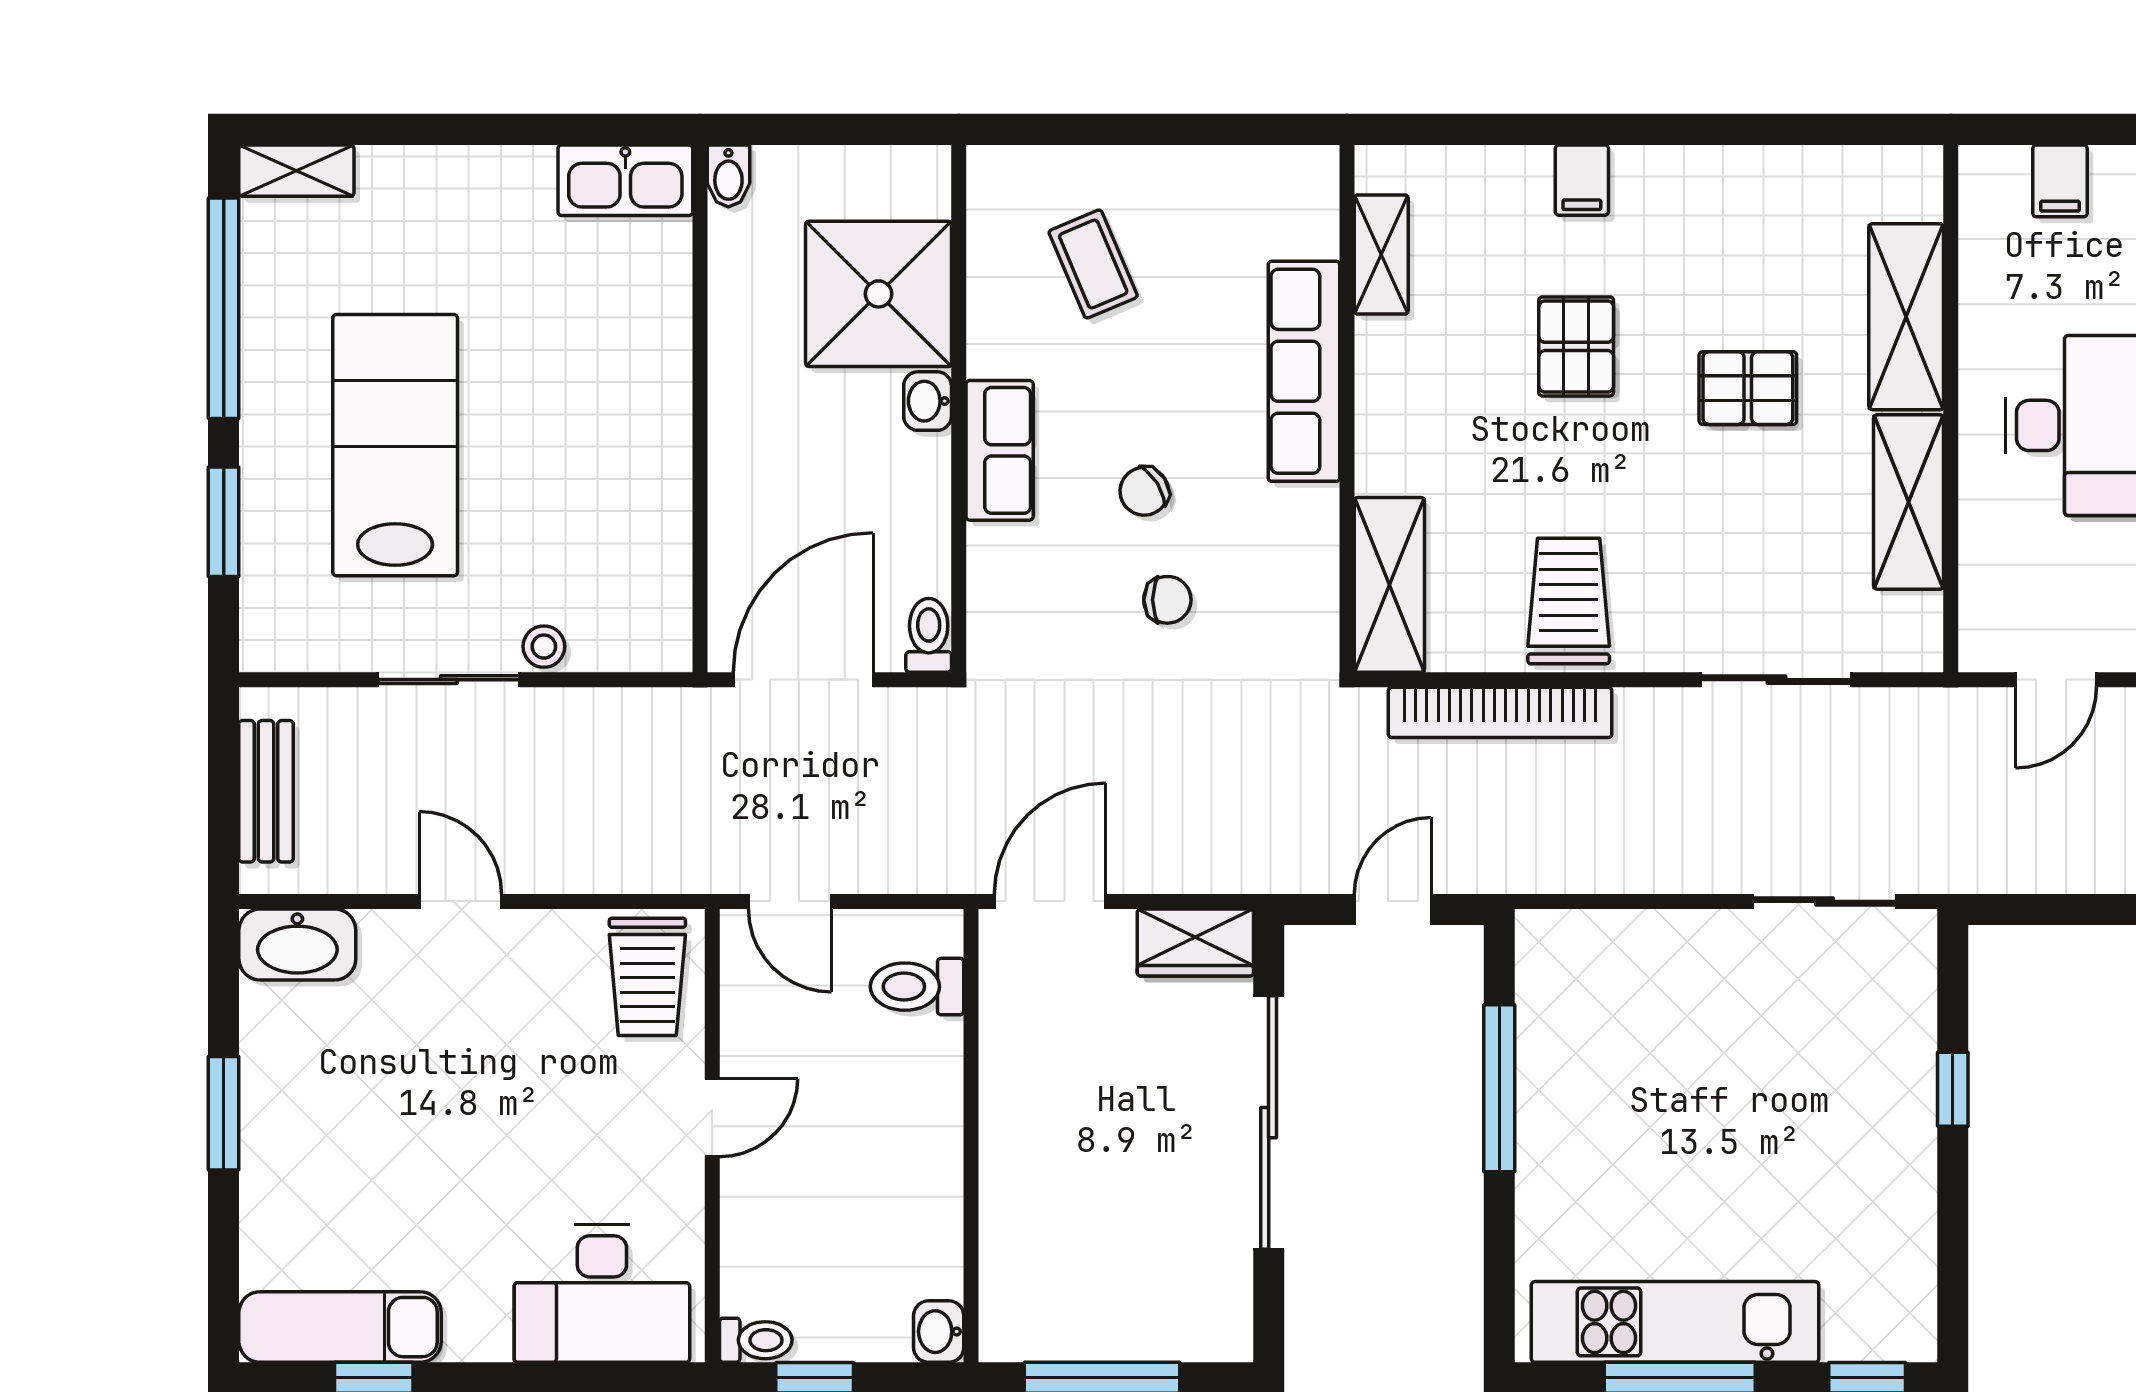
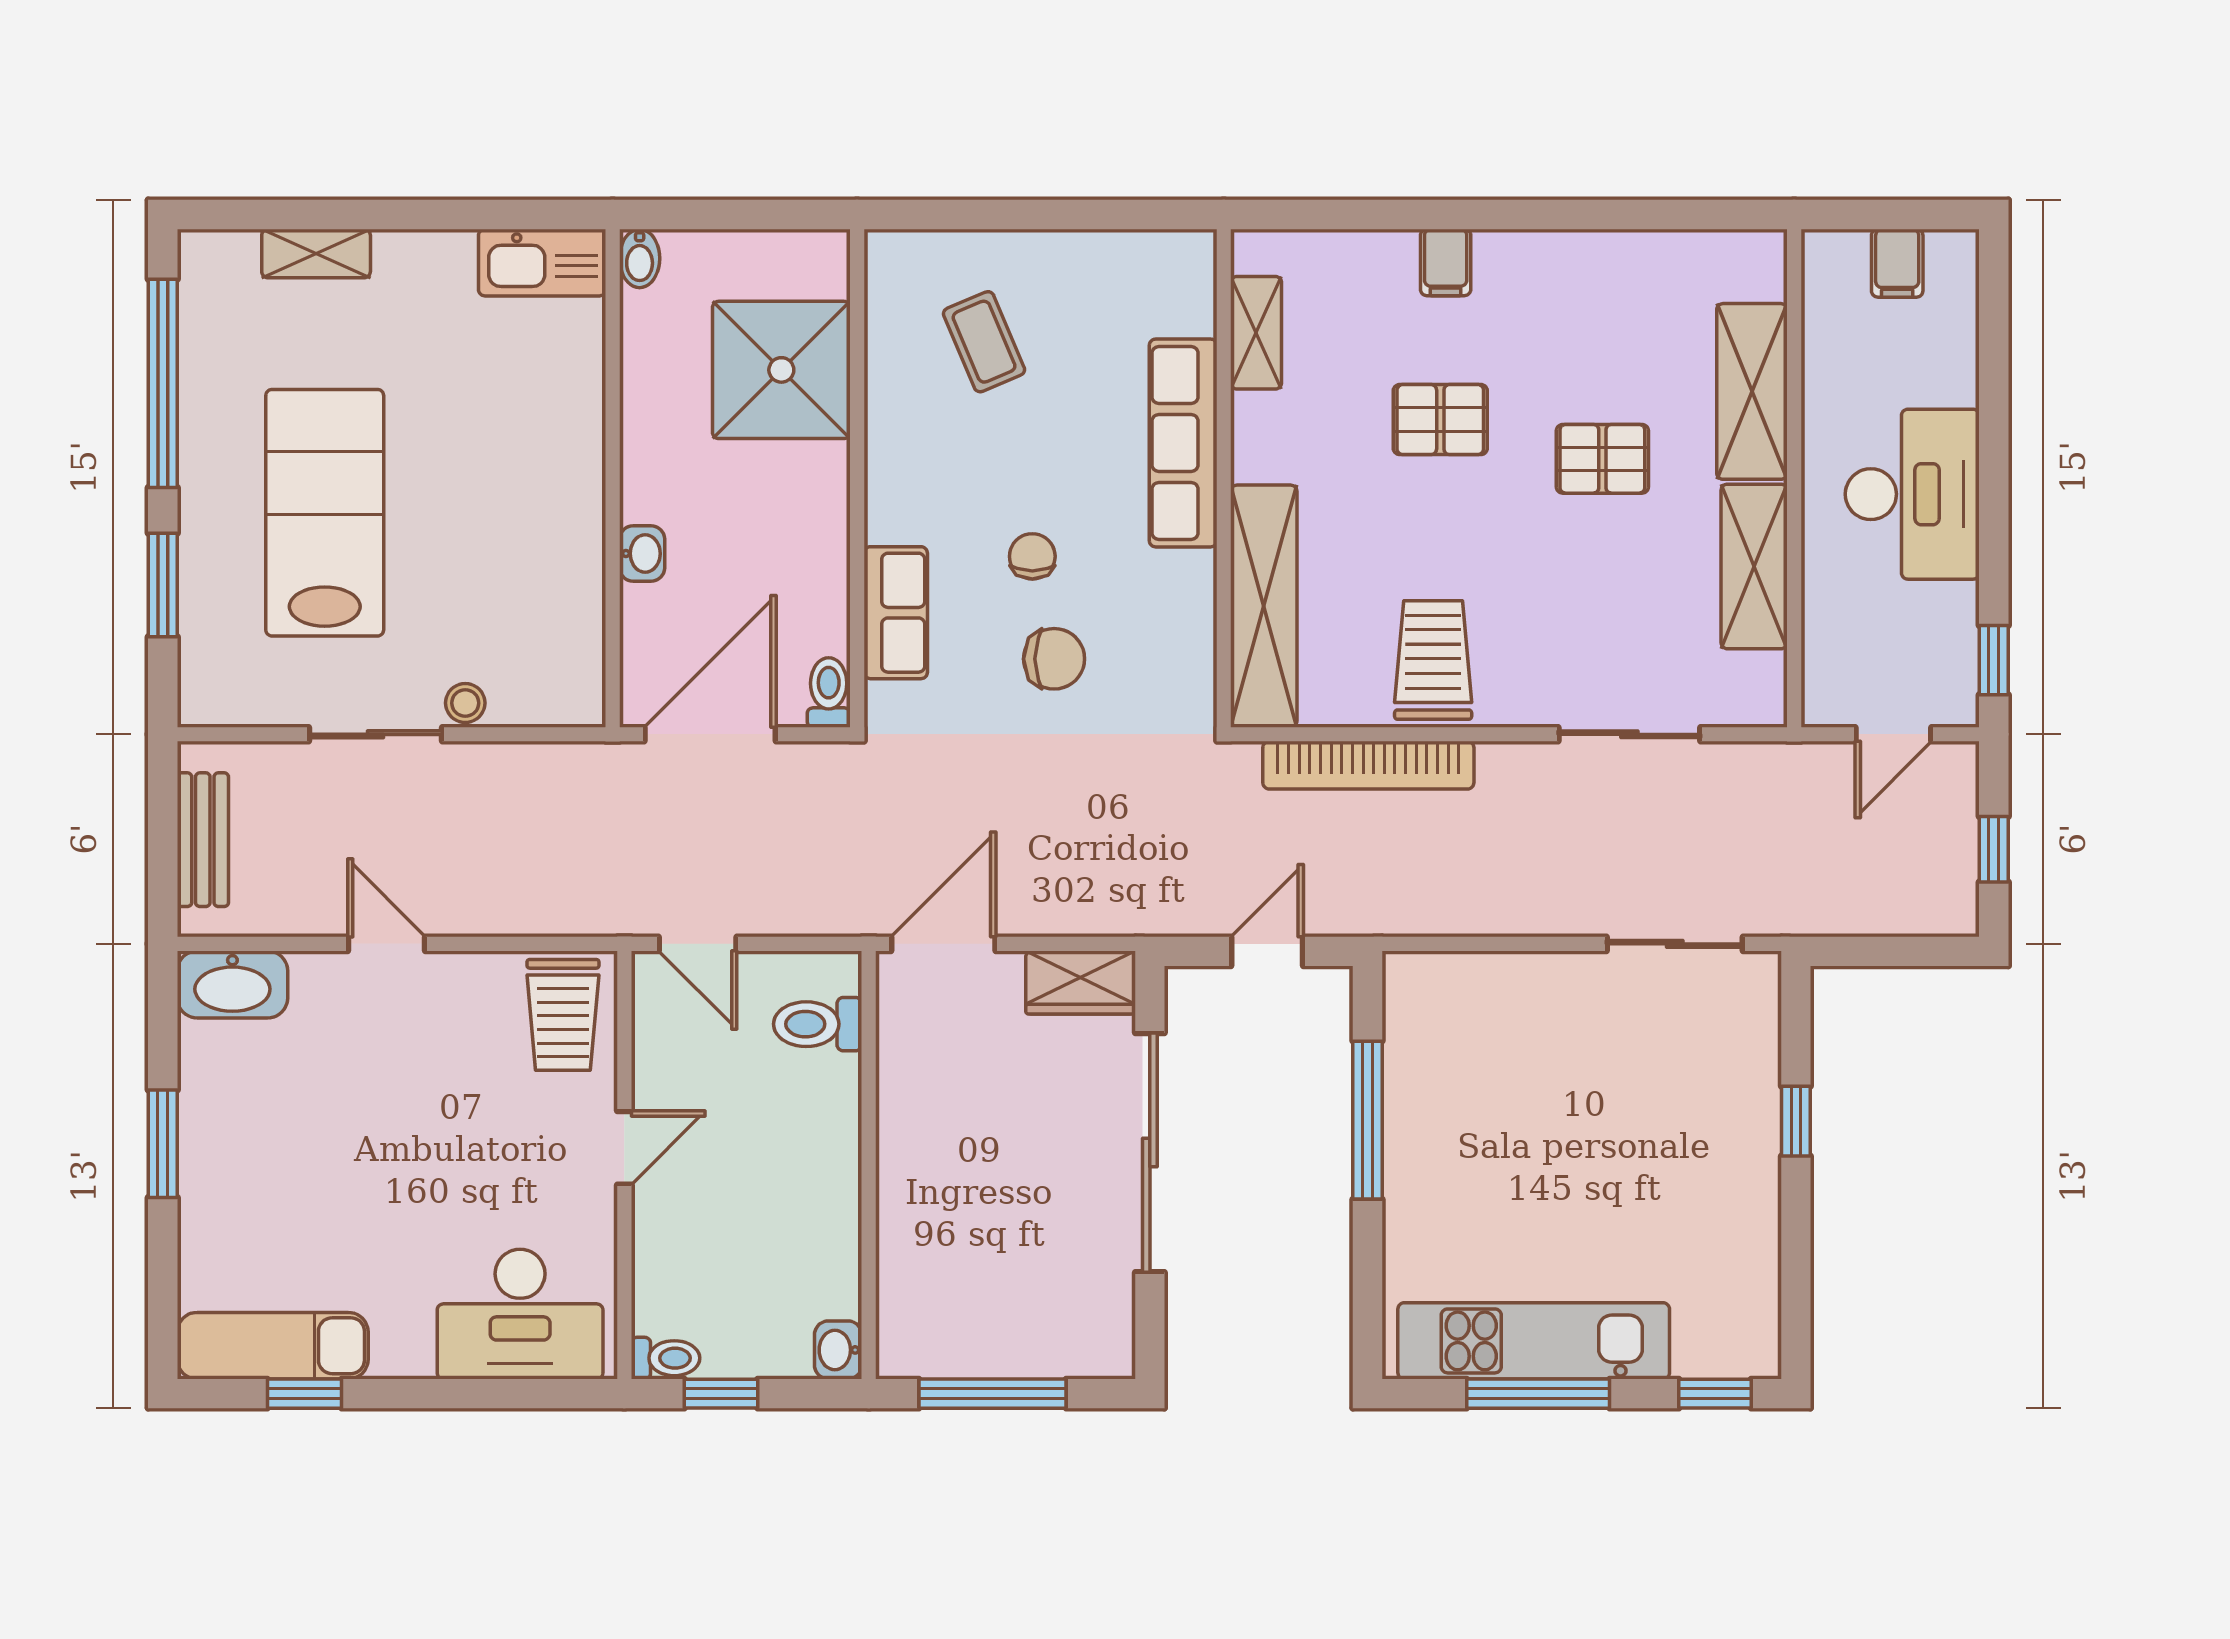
shelving: (296, 171) -> (316, 253), moved
pallet: (1576, 346) -> (1440, 420), turned 90
washbasin: (928, 401) -> (642, 554), moved, turned 180
row of seats: (1000, 450) -> (896, 613), moved
chair: (1144, 491) -> (1032, 556), turned 122
shelving: (1389, 585) -> (1264, 606), width x1.47
chair: (1167, 600) -> (1054, 659), width x1.37, depth x1.37

